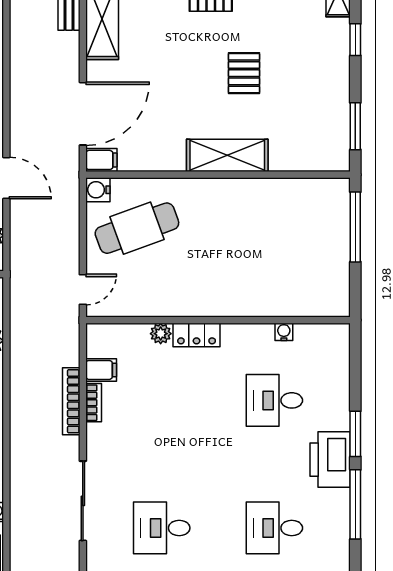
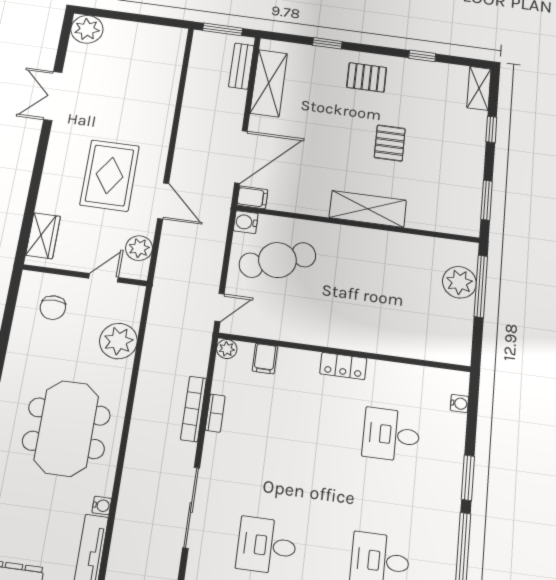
plant: (332, 226) -> (459, 282), added
water cooler: (284, 332) -> (459, 403), moved, turned 90
plant: (161, 334) -> (227, 349), moved
locker: (197, 335) -> (343, 366), moved
filing cabinet: (101, 370) -> (265, 359), moved, turned 90
printer: (330, 460) -> (441, 500), removed

